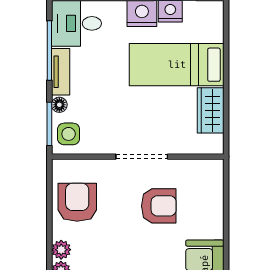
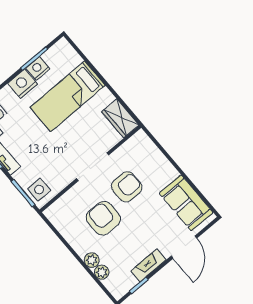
floor lamp: (59, 105) -> (19, 177), removed
wardrobe: (211, 110) -> (120, 118), moved
armchair: (77, 202) -> (103, 218), moved

